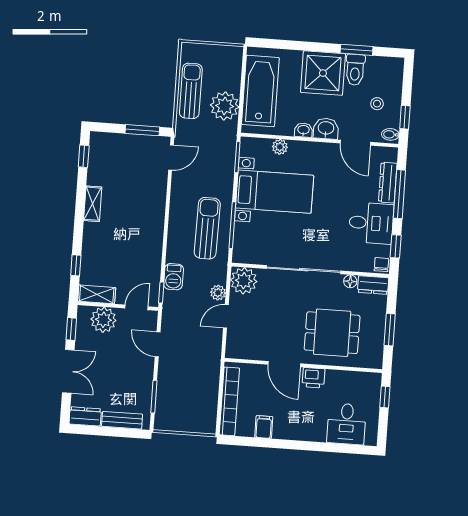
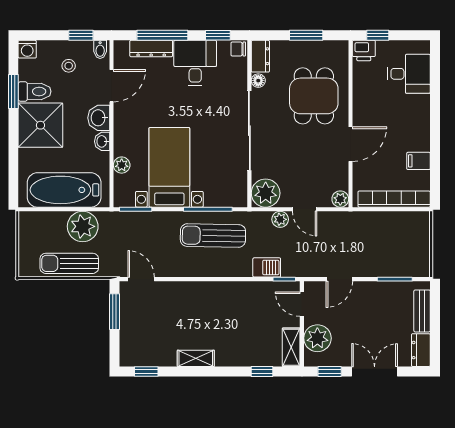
washing machine: (395, 66) -> (27, 49), added
plant: (233, 351) -> (340, 199), added
printer: (313, 378) -> (364, 51), moved, turned 90

